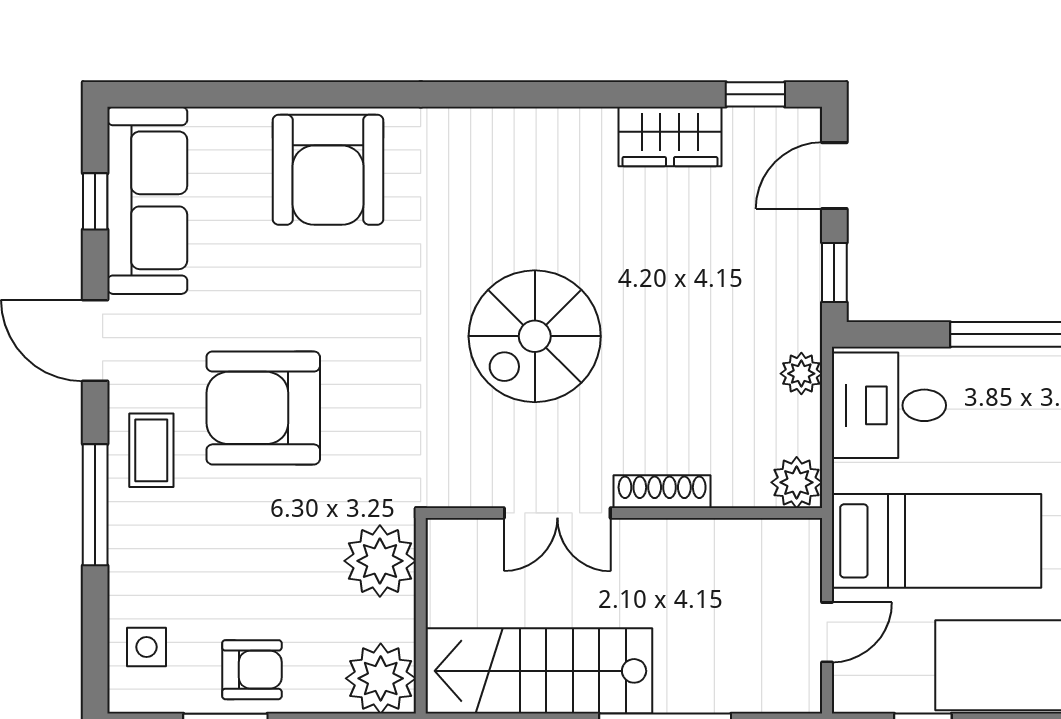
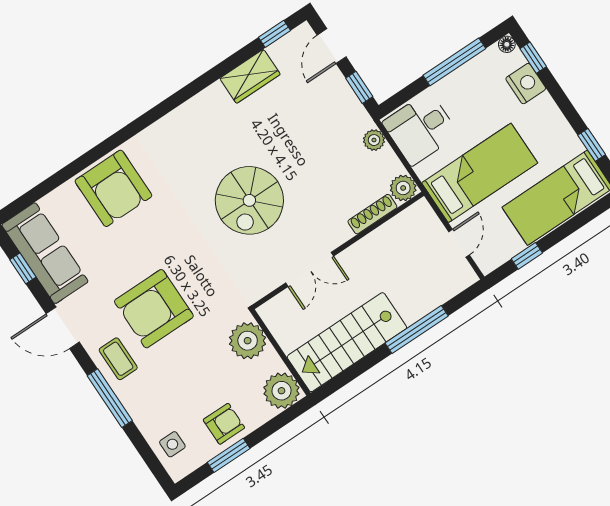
shoe rack: (662, 492) -> (372, 214), moved

